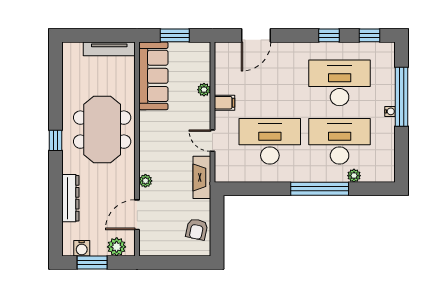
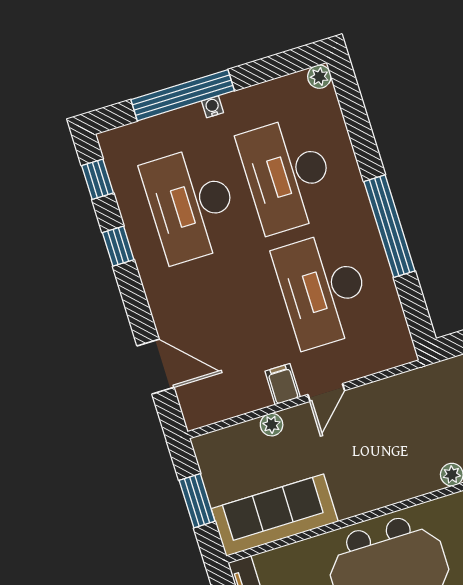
door: (212, 141) -> (326, 392), moved
plant: (354, 176) -> (319, 77), moved
fireplace: (202, 177) -> (417, 384), removed
window: (320, 189) -> (389, 226), moved

